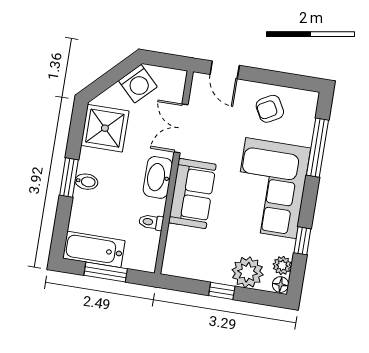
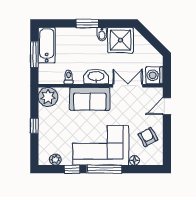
washing machine: (138, 84) -> (154, 75), moved, turned 45
window: (317, 148) -> (104, 169), moved
bidet: (86, 182) -> (102, 34), moved
plant: (248, 272) -> (48, 97), moved
floor lamp: (281, 285) -> (134, 160), moved

